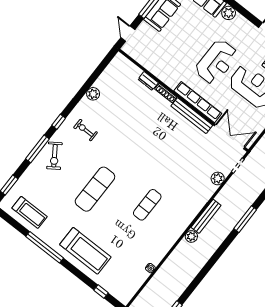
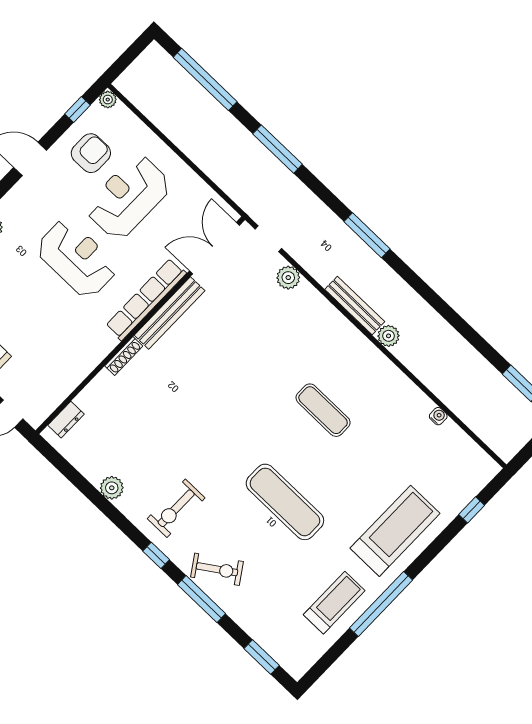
dresser: (148, 81) -> (66, 420), moved
exercise bike: (86, 130) -> (176, 508), width x1.38, depth x1.39
treadmill: (30, 212) -> (334, 603), moved

